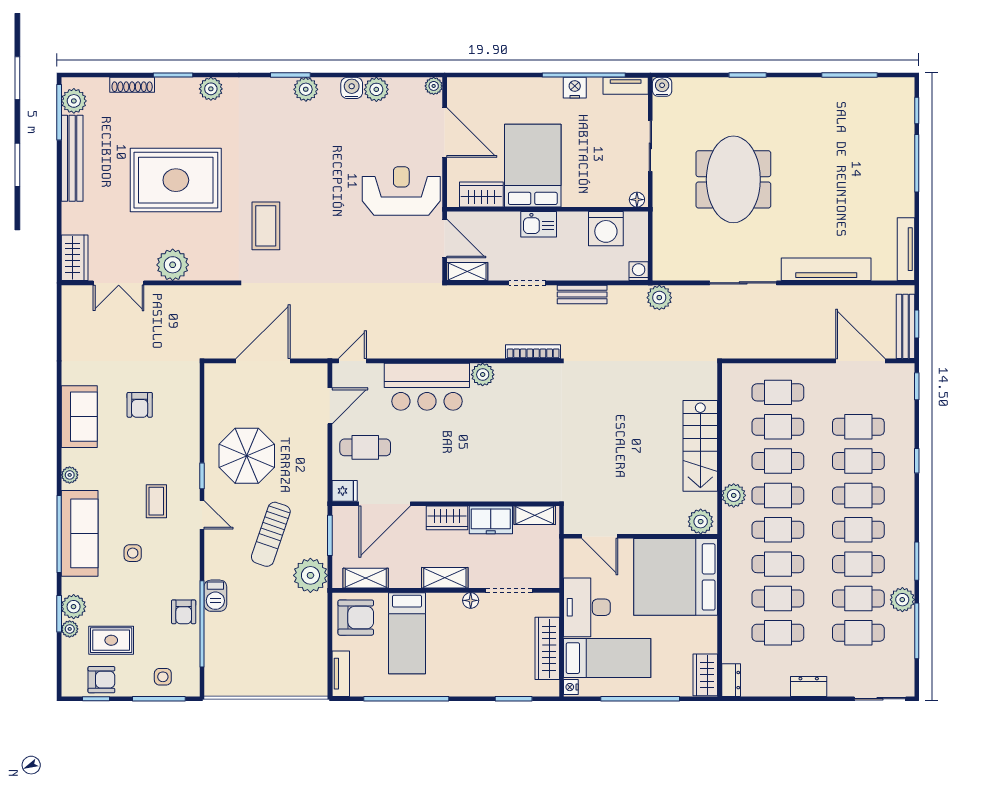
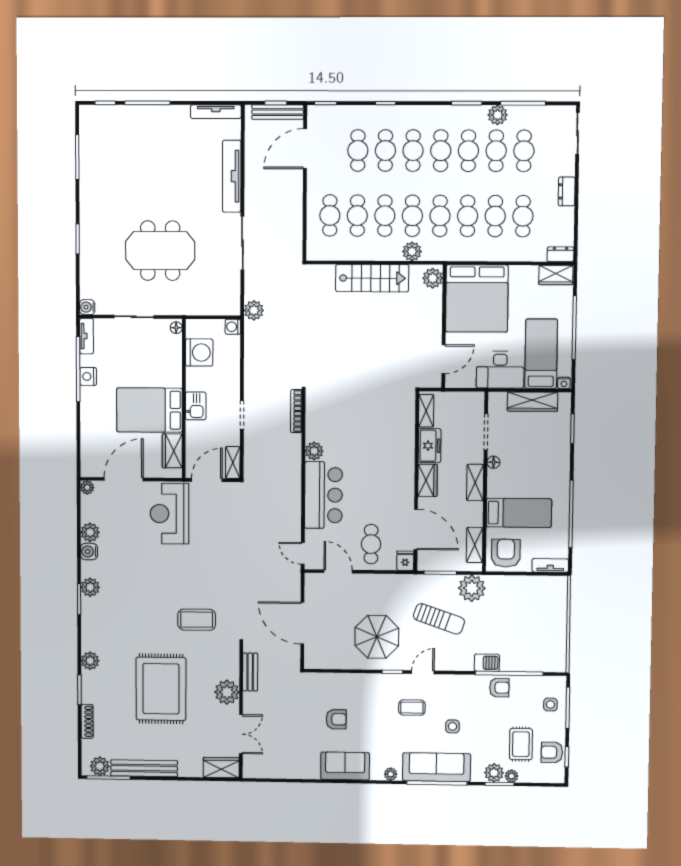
bench: (582, 295) -> (250, 672), moved
armchair: (101, 680) -> (552, 752), turned -90

